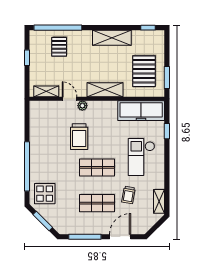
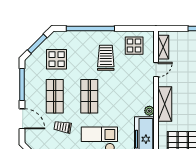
plant: (82, 106) -> (149, 111), moved
display table: (45, 121) -> (134, 46), added
trolley: (79, 137) -> (106, 58), moved, turned 90
display table: (45, 194) -> (57, 59), moved

